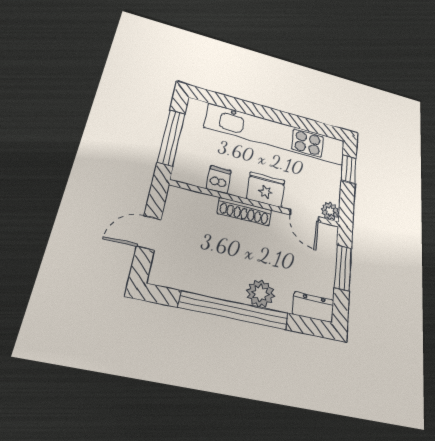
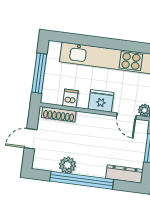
shoe rack: (244, 212) -> (59, 114), moved
plant: (260, 293) -> (67, 165), moved
dresser: (313, 307) -> (124, 174), width x1.44

